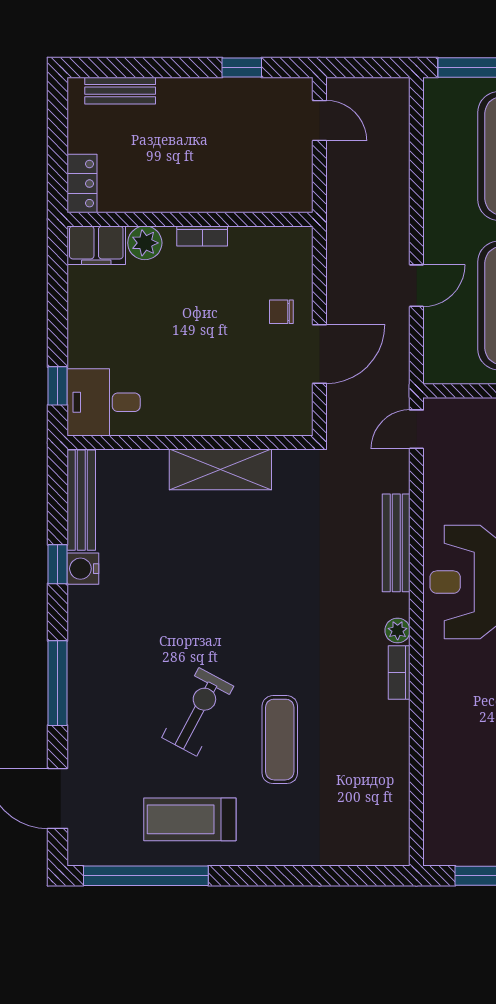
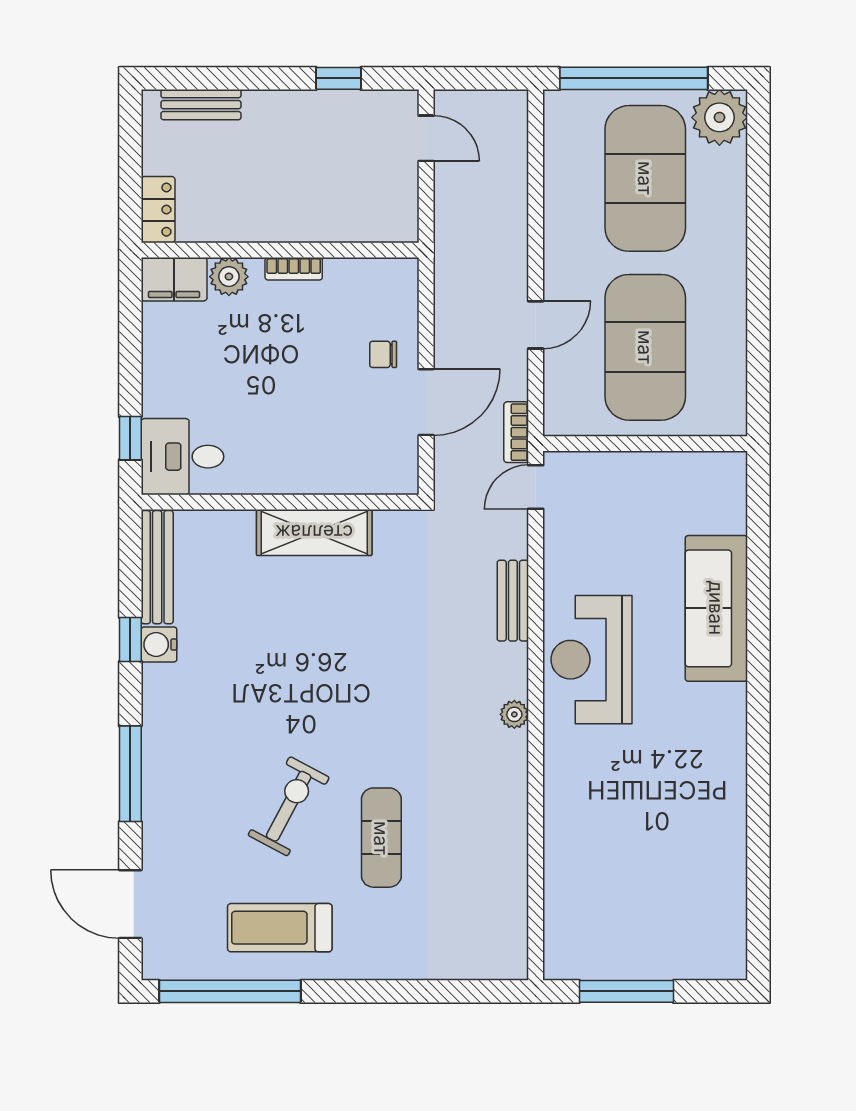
bench: (396, 543) -> (513, 601), width x0.73
bookcase: (399, 673) -> (516, 432), moved

